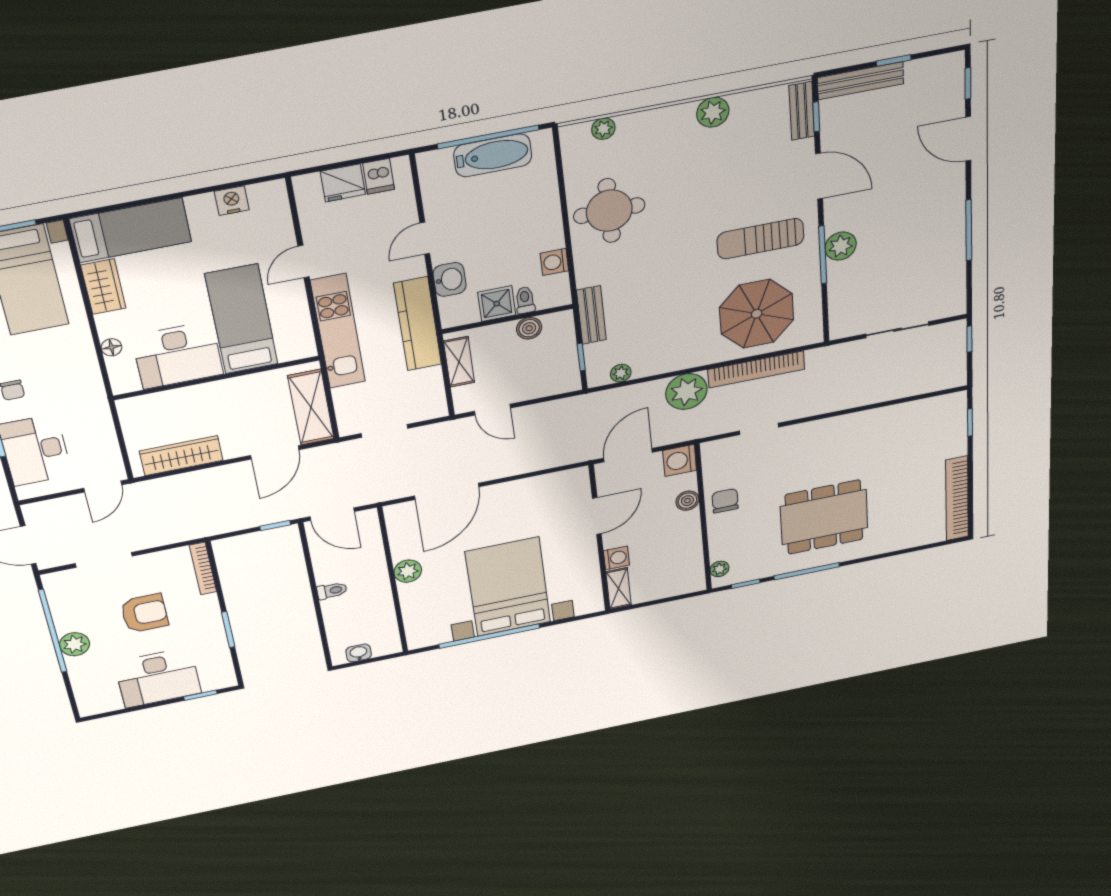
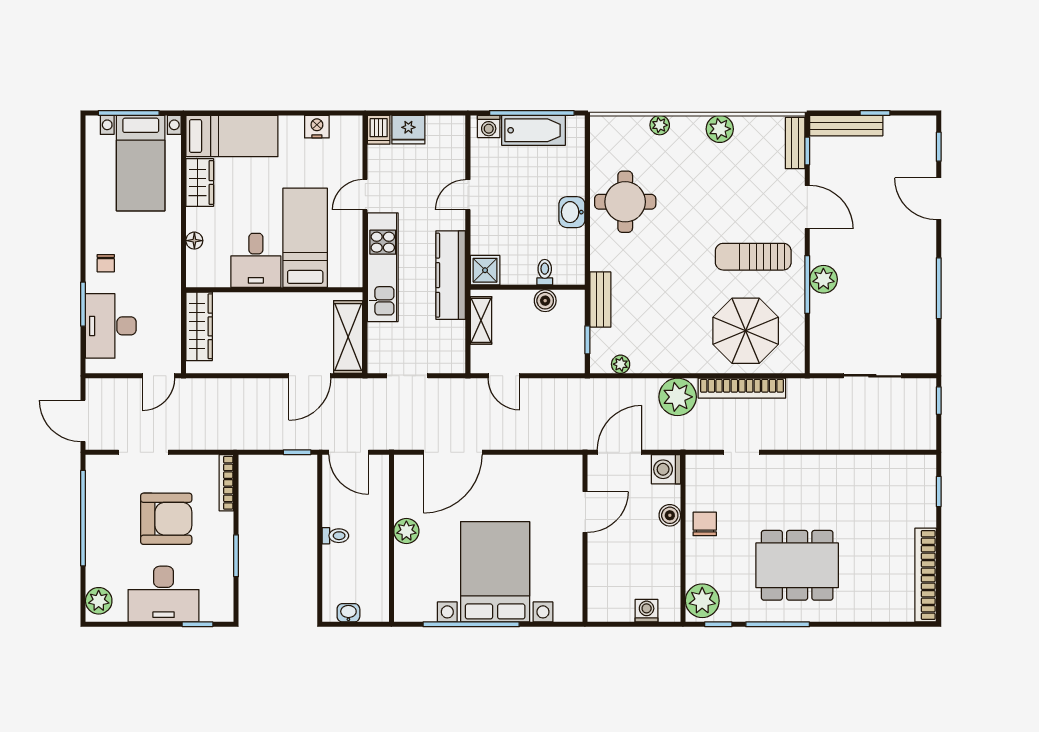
plant: (603, 129) -> (660, 125), moved
dishwasher: (379, 176) -> (379, 130), moved
washing machine: (554, 262) -> (489, 126), moved, turned -90
washbasin: (450, 279) -> (572, 212), moved, turned 180
shower: (497, 304) -> (485, 270), moved
desk: (178, 355) -> (256, 260), width x0.73
wardrobe: (181, 456) -> (199, 326), moved, turned 90
washing machine: (616, 558) -> (647, 611), moved, turned -90
plant: (719, 569) -> (702, 601), width x1.88, depth x1.88
shelving: (619, 588) -> (597, 599), removed
armchair: (144, 613) -> (166, 519), width x1.36, depth x1.36
plant: (75, 644) -> (99, 601), moved

